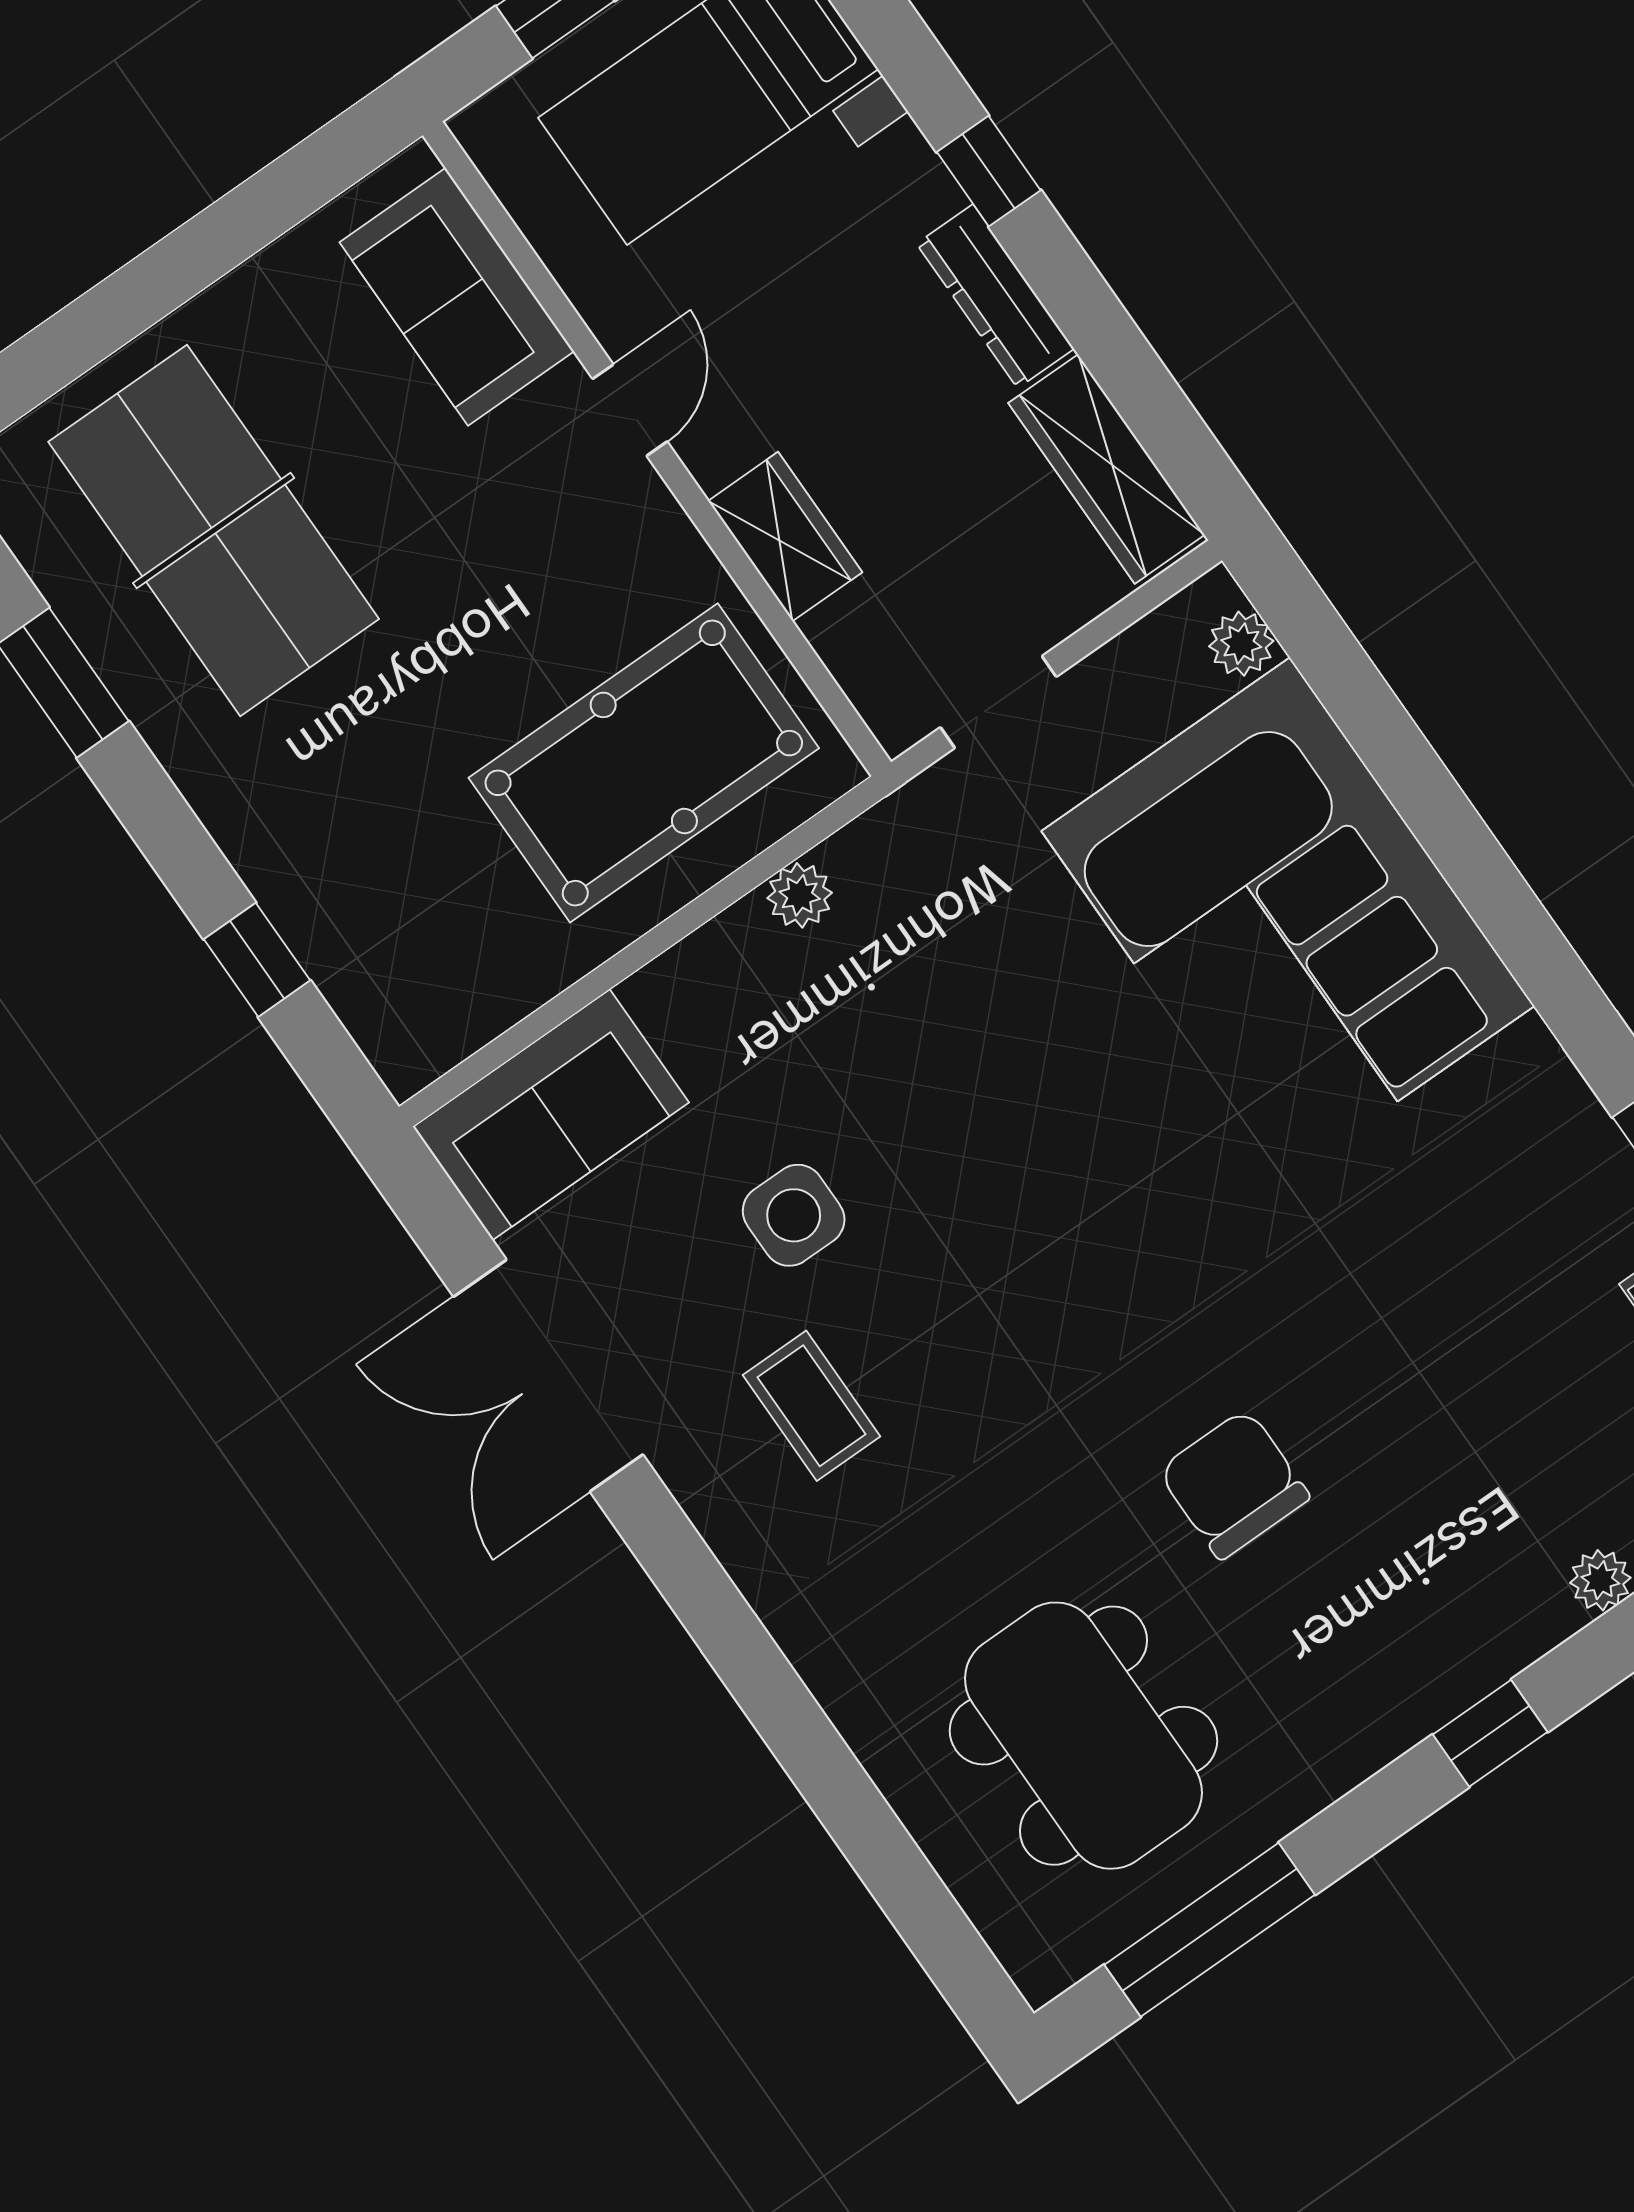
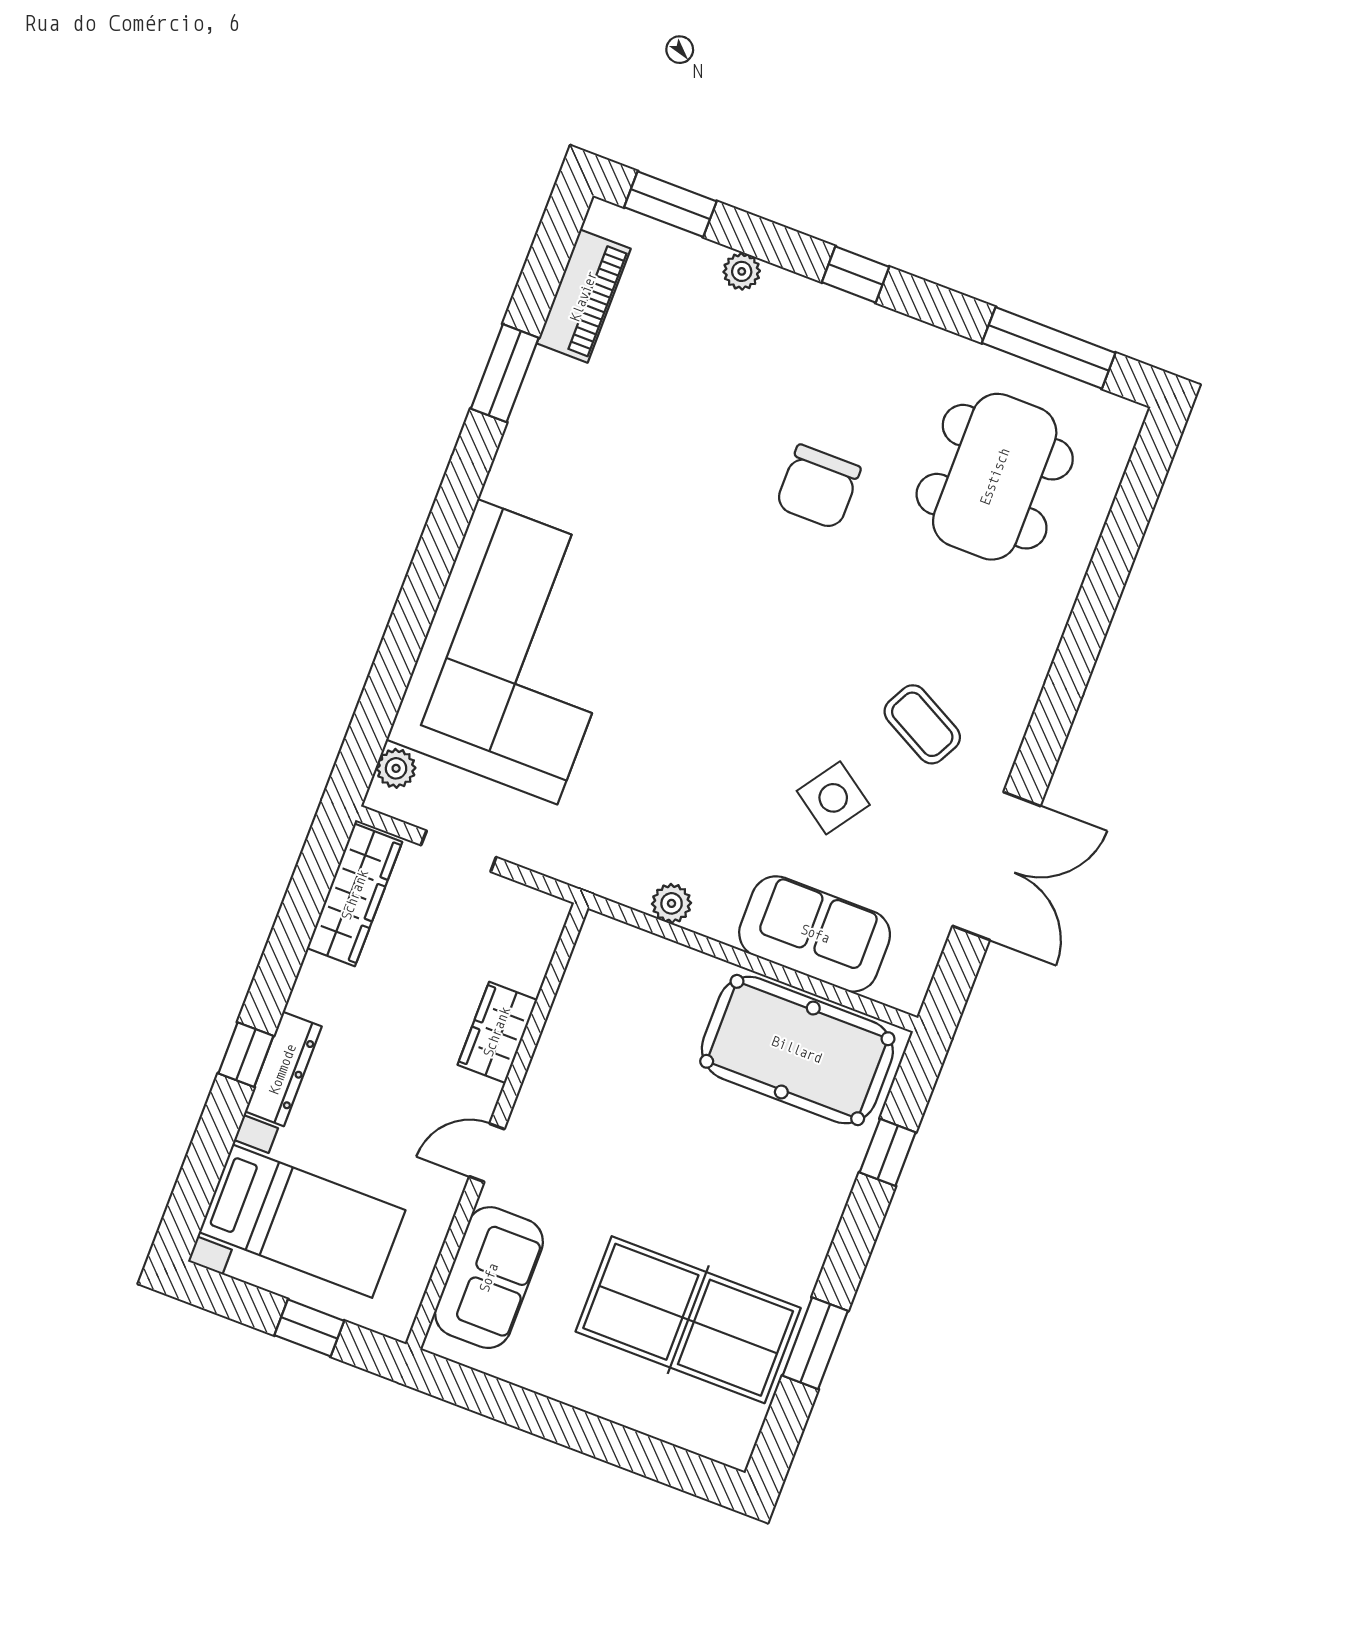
dresser: (995, 296) -> (283, 1069), moved
table tennis table: (214, 530) -> (688, 1320), turned 90
doorway: (998, 702) -> (459, 851), moved
pool table: (644, 763) -> (797, 1050), moved
sofa: (551, 1115) -> (815, 934), moved
side table: (794, 1215) -> (833, 798), turned 35
coffee table: (811, 1406) -> (922, 724), turned -62

